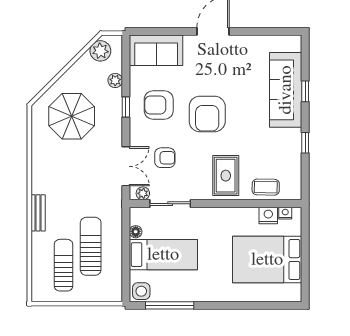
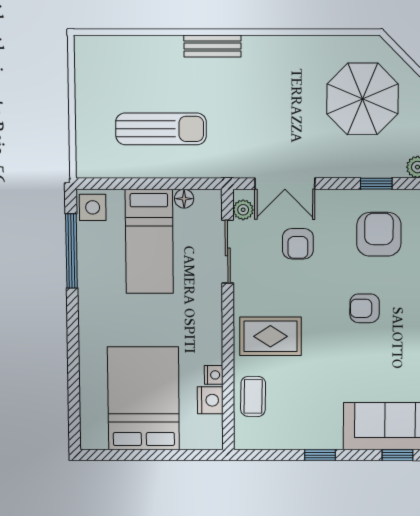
armchair: (207, 114) -> (365, 308), width x0.53, depth x0.53
nightstand: (285, 213) -> (214, 375), moved
sun lounger: (64, 265) -> (131, 86), removed

